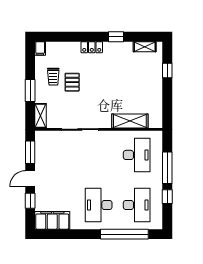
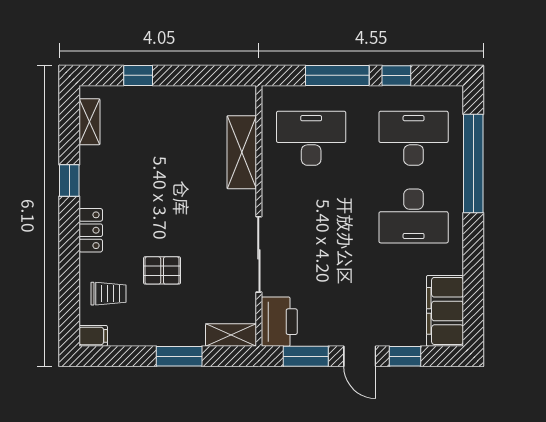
trolley: (53, 77) -> (109, 294), moved
printer: (47, 139) -> (279, 322), added

